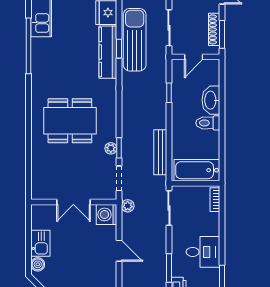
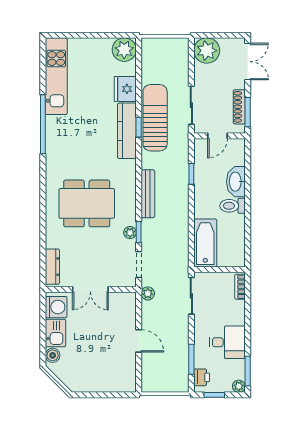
bench: (160, 152) -> (148, 194), moved
bathtub: (197, 170) -> (205, 243), moved, turned 90
dresser: (37, 180) -> (52, 267), added
washing machine: (107, 214) -> (56, 307), moved, turned 180

